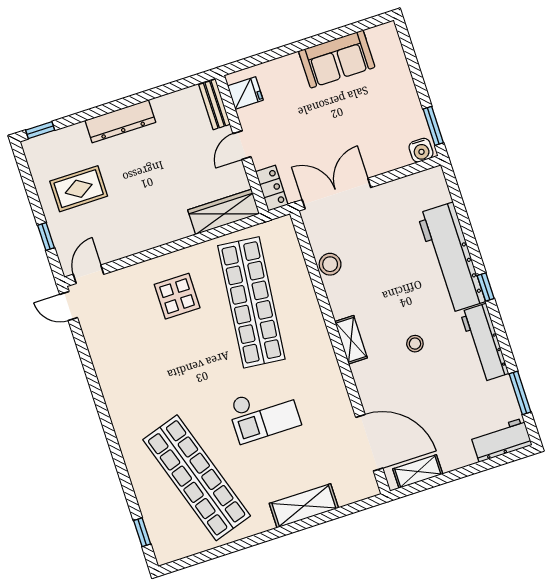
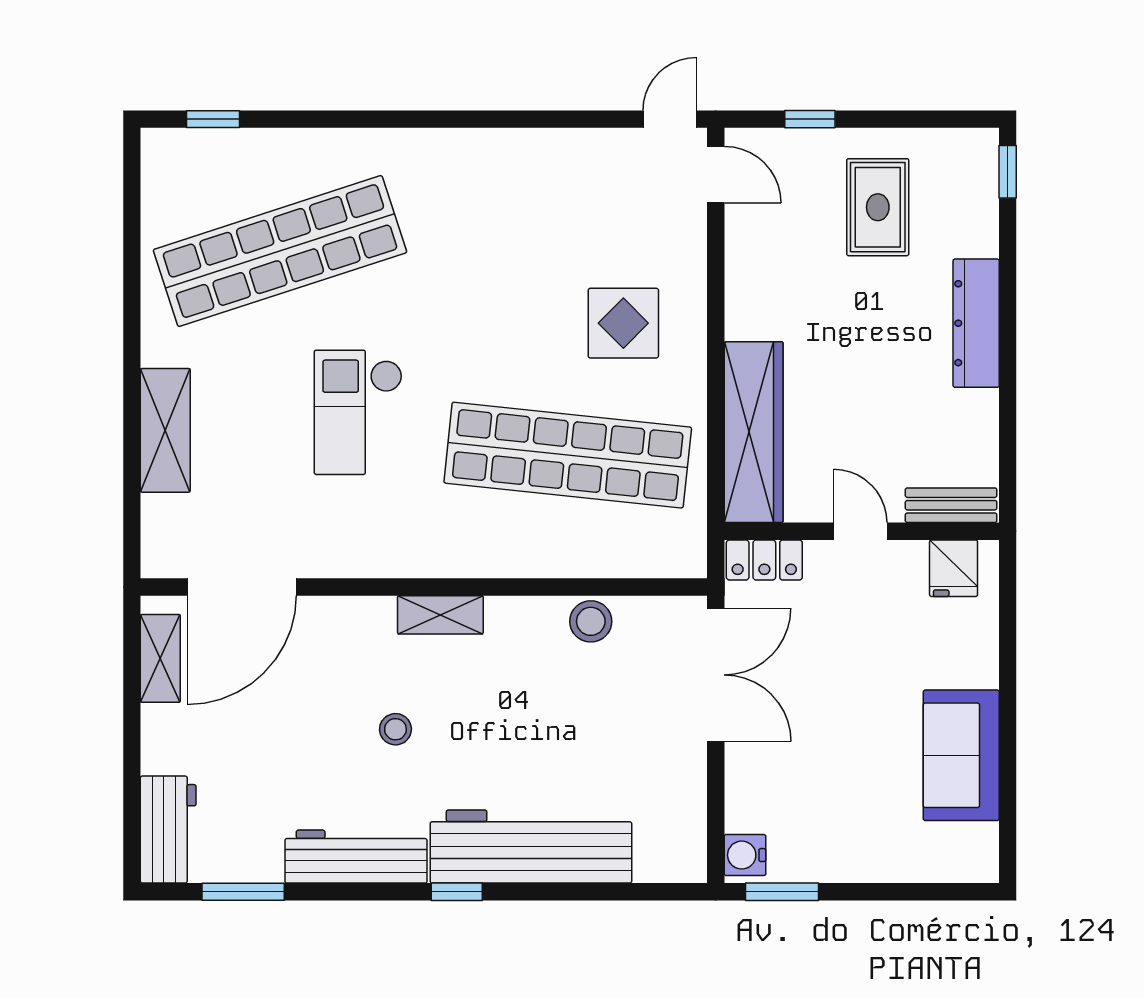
wardrobe: (224, 212) -> (754, 432), width x1.40, depth x1.17

